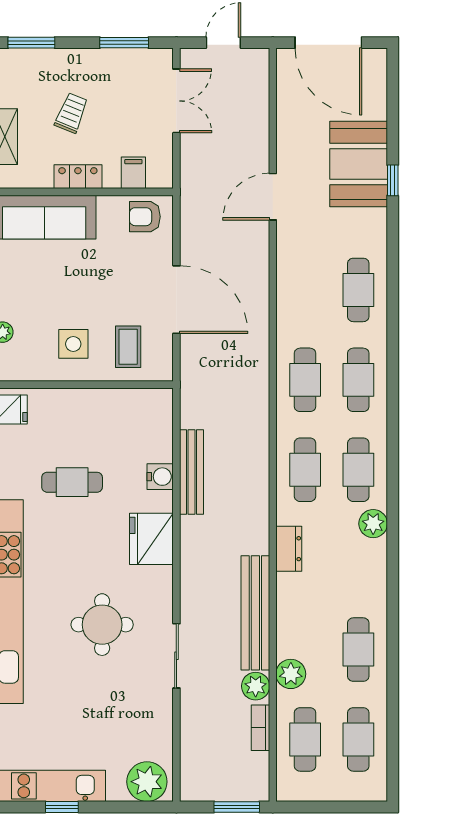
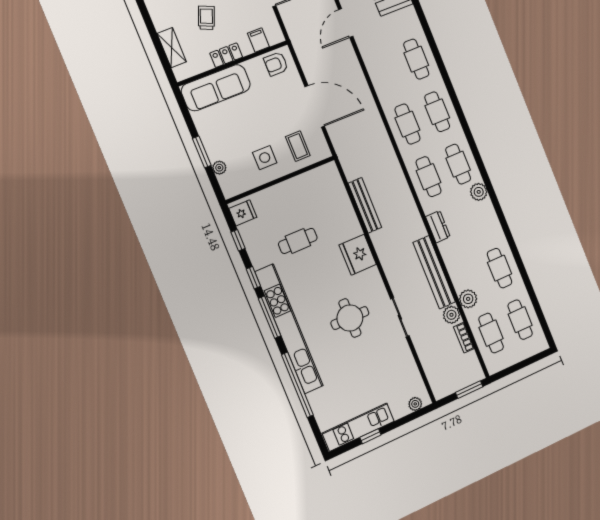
water cooler: (160, 477) -> (348, 216), removed
plant: (147, 782) -> (415, 404), width x0.53, depth x0.53

